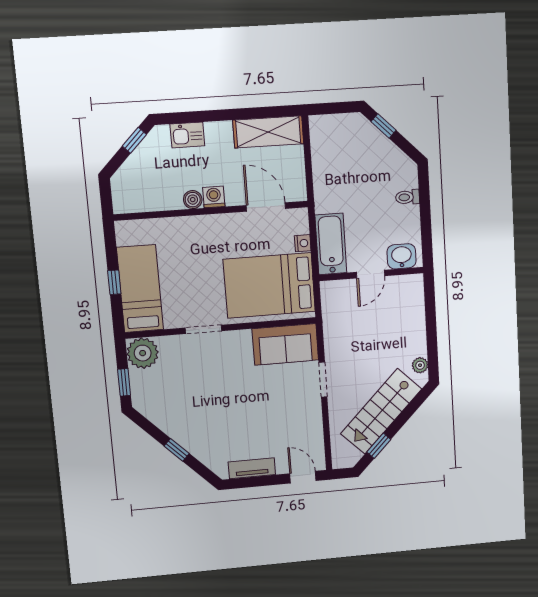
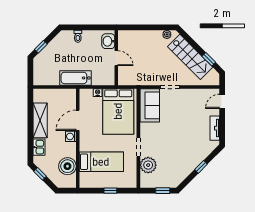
shelving: (268, 132) -> (40, 120), moved
boiler: (193, 200) -> (67, 166), moved, width x1.86, depth x1.86
door: (266, 207) -> (78, 120), moved
bathtub: (331, 244) -> (75, 78), moved
bed: (140, 289) -> (101, 162), moved, turned 180
plant: (143, 353) -> (148, 165), moved

